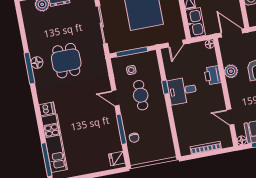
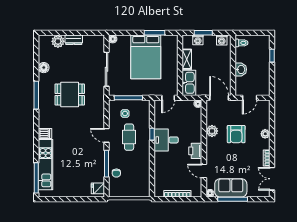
dining table: (66, 61) -> (70, 95), turned 90
floor lamp: (37, 63) -> (44, 68), moved
printer: (213, 75) -> (195, 151), moved

